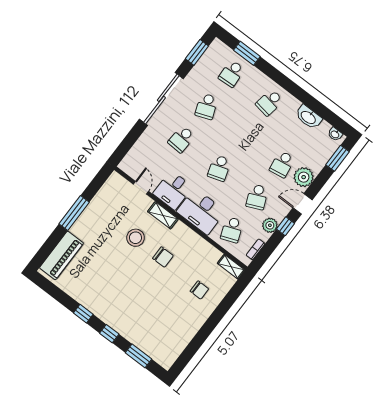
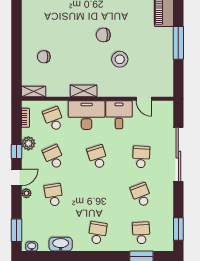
sliding door: (161, 99) -> (178, 155), moved
plant: (304, 177) -> (26, 193), width x0.53, depth x0.53
shelving: (163, 215) -> (84, 91), moved
chair: (163, 257) -> (103, 35), moved

